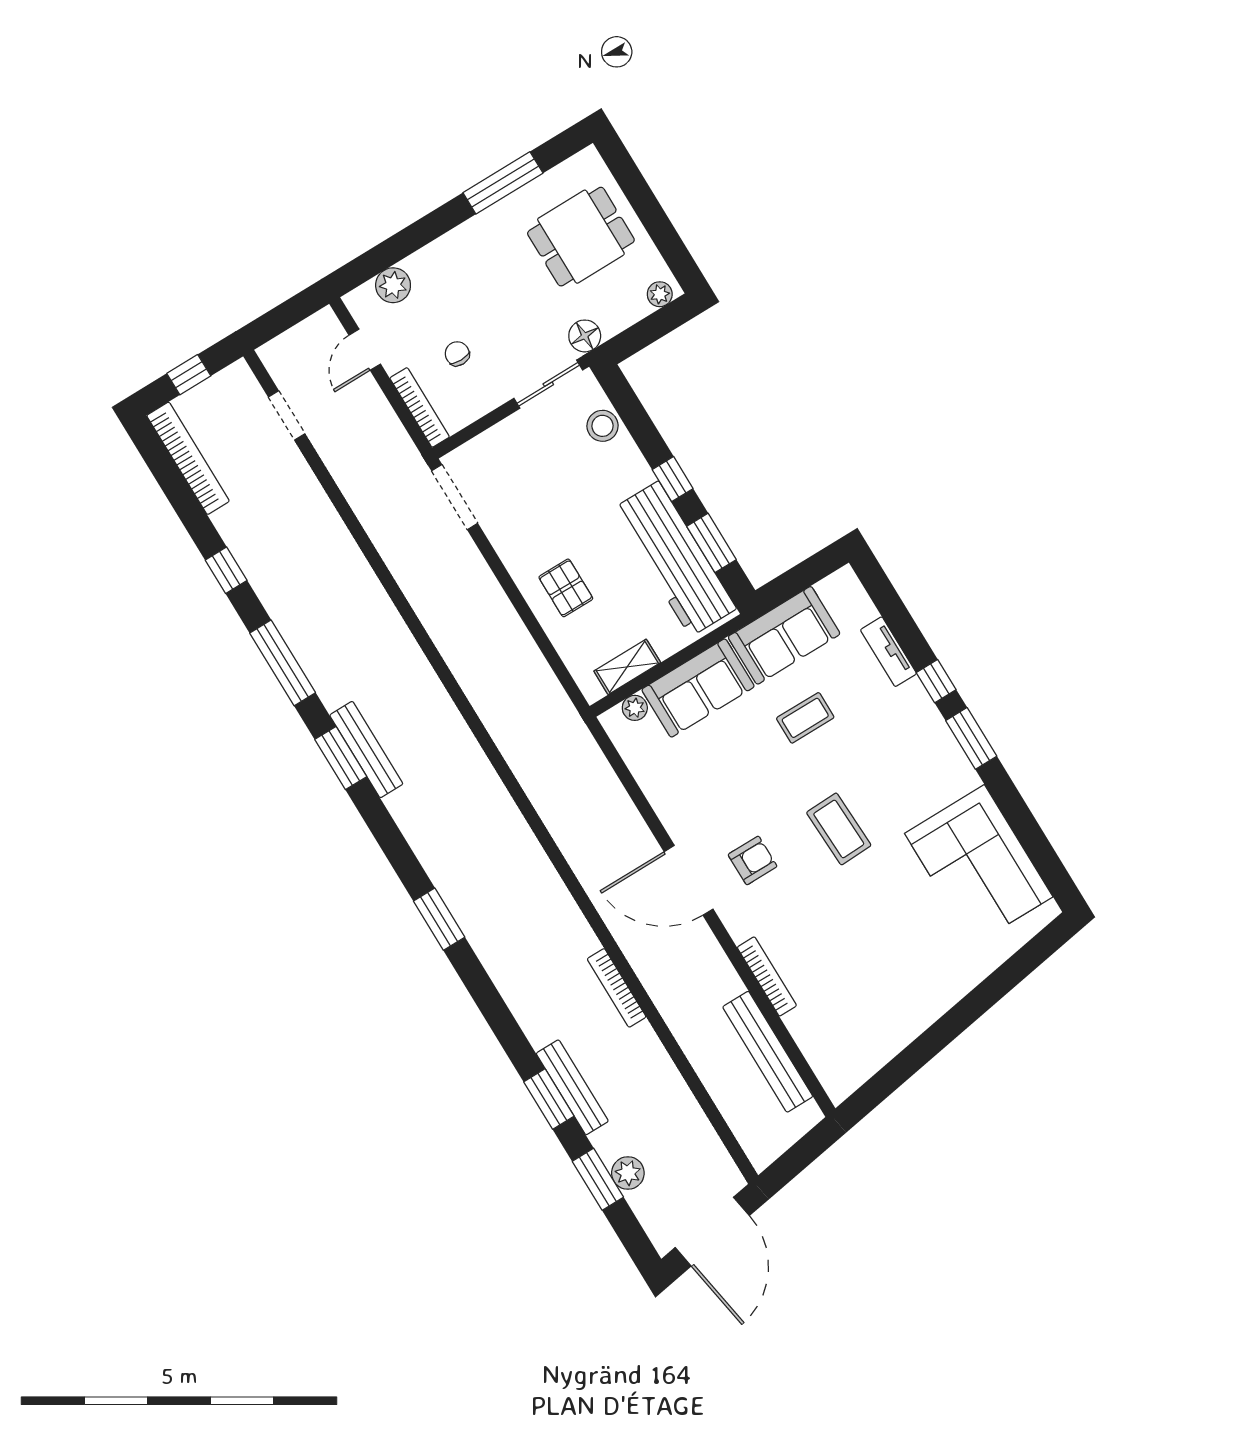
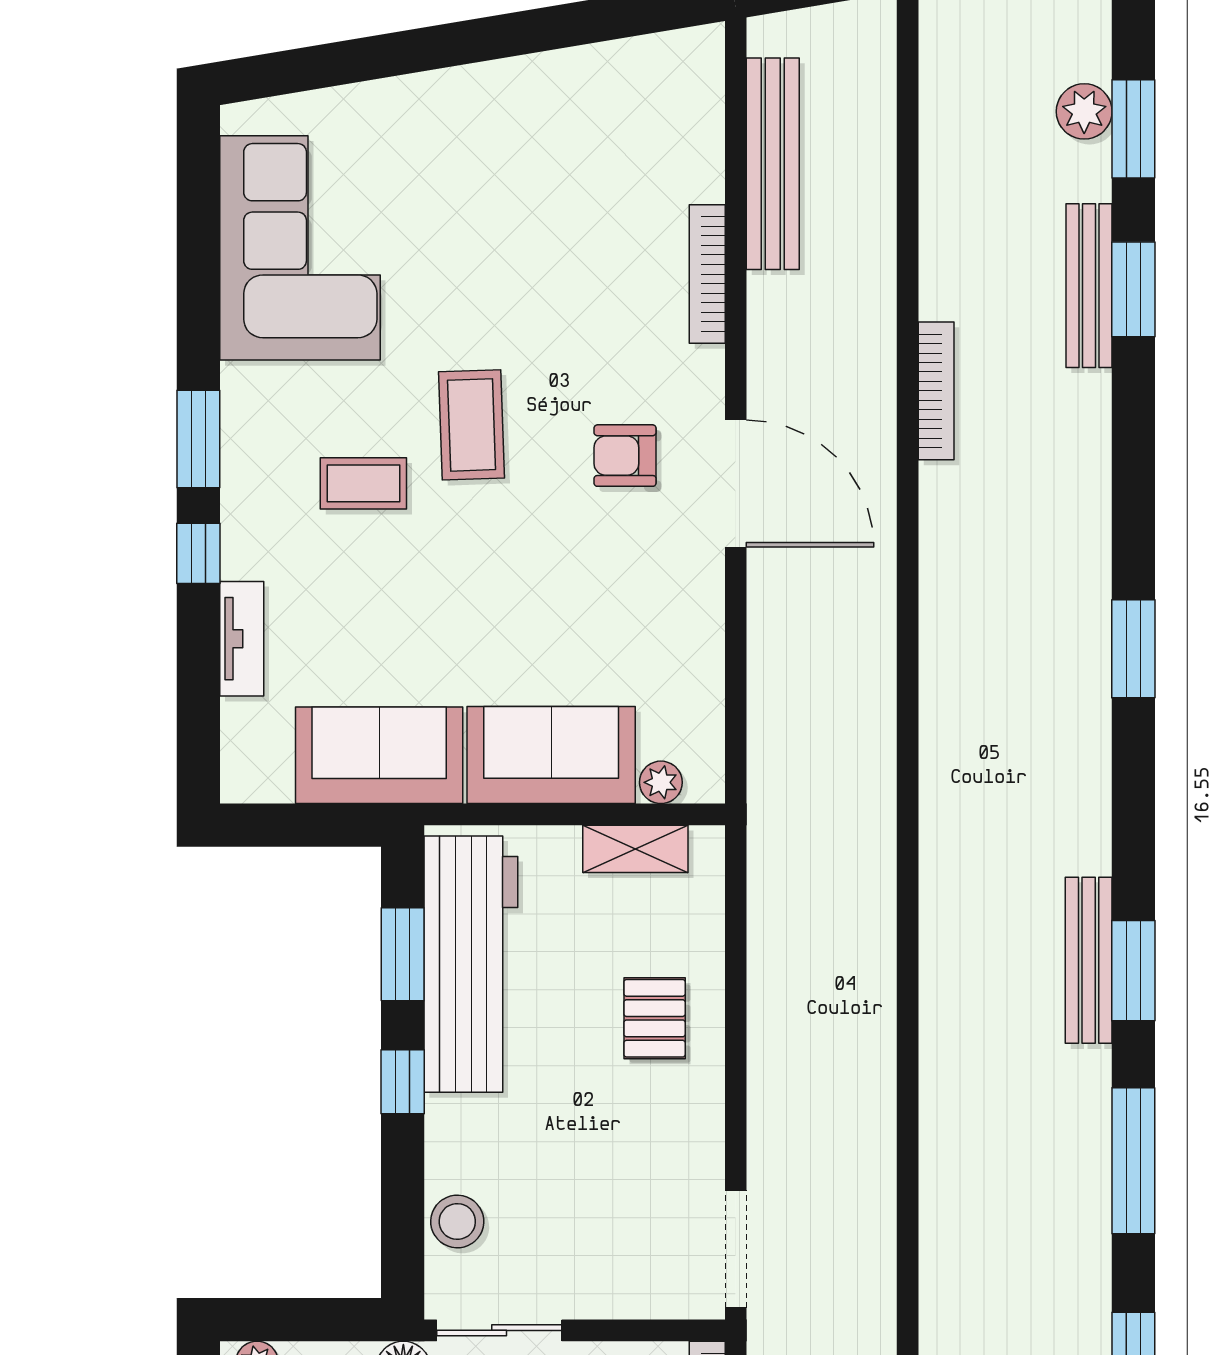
coffee table: (805, 718) -> (363, 483), moved

